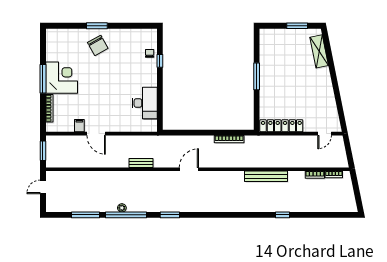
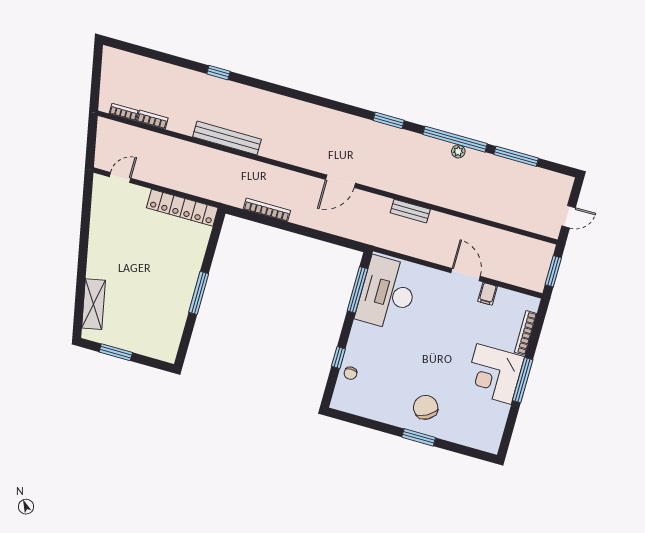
desk: (145, 103) -> (387, 293), width x1.36, depth x1.30
window: (160, 106) -> (357, 290), added

